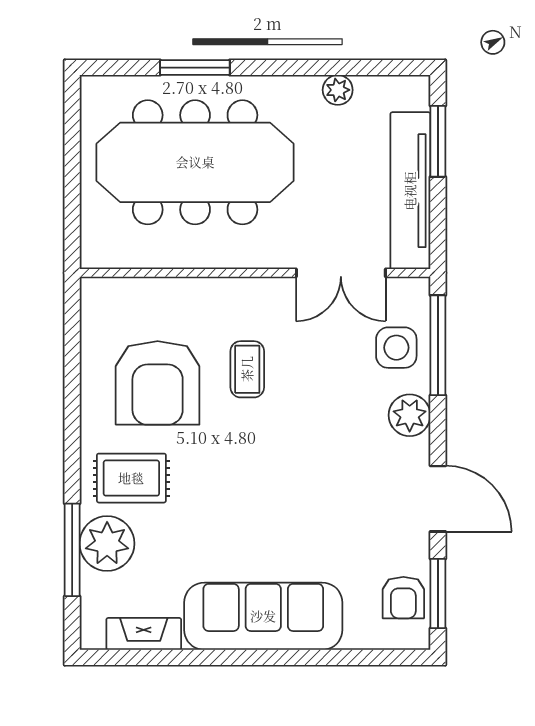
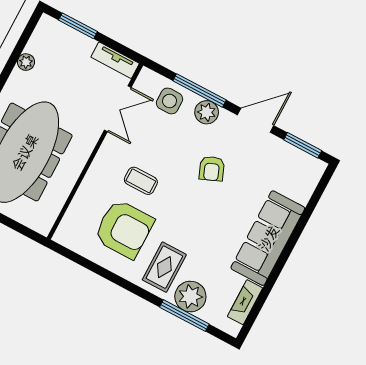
tv unit: (410, 191) -> (115, 60), width x0.52, depth x0.78
window: (438, 345) -> (200, 90), moved
armchair: (403, 598) -> (212, 169), moved, turned 68

